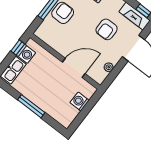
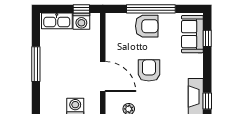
armchair: (107, 29) -> (149, 70), moved, turned 90

